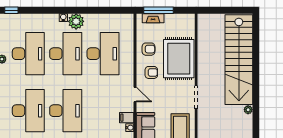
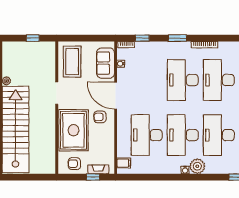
window: (158, 10) -> (93, 177), width x0.46
plant: (76, 21) -> (197, 166), moved
armchair: (148, 49) -> (74, 164), moved
door: (135, 94) -> (116, 96), width x1.87
filing cabinet: (127, 118) -> (124, 163), moved

